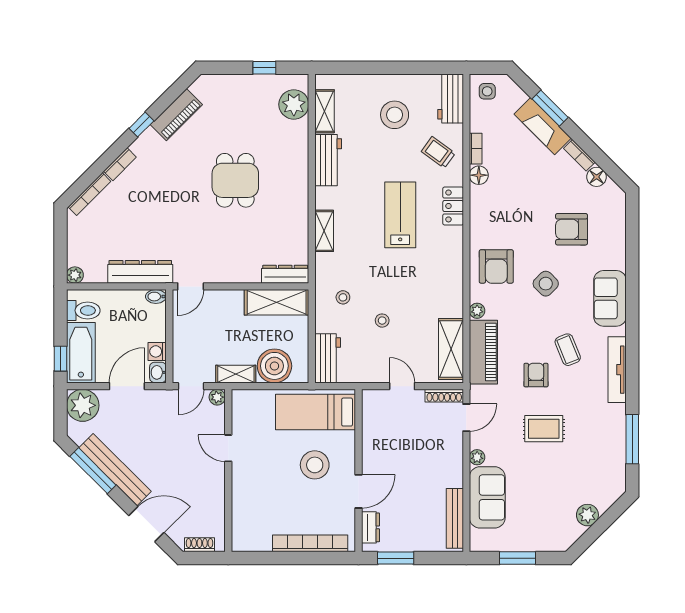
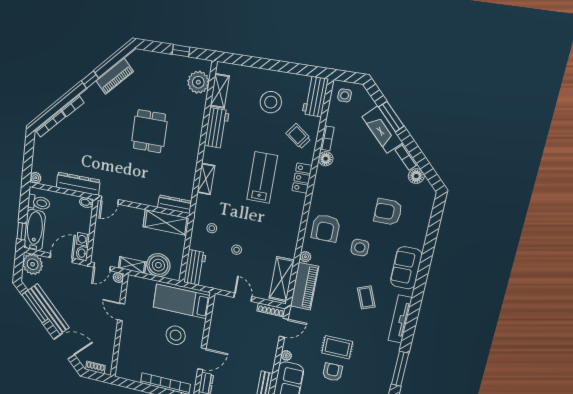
side table: (546, 284) -> (360, 248), turned 45
armchair: (536, 375) -> (332, 372), moved

